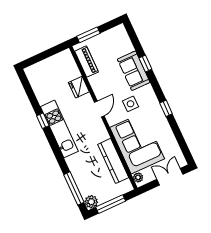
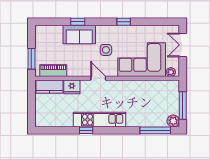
kitchen counter: (113, 161) -> (49, 87), moved, width x0.67

